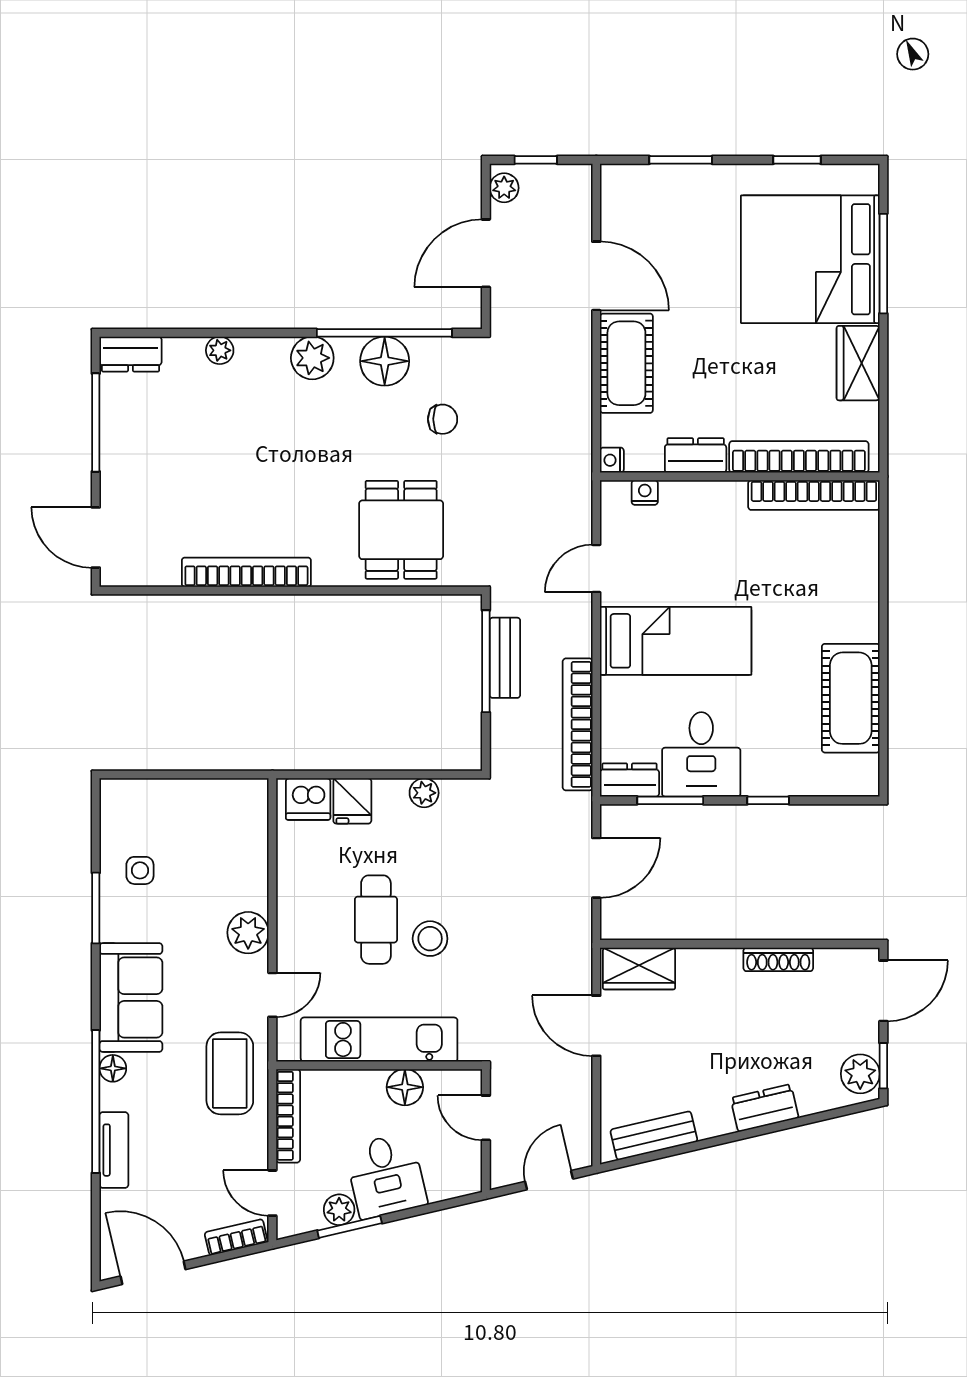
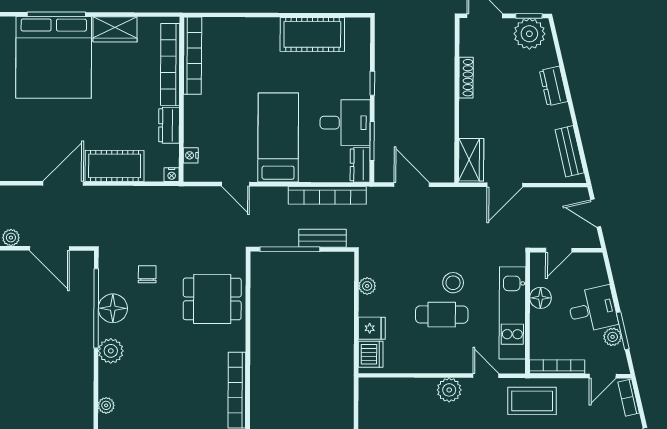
bench: (505, 658) -> (322, 238), moved
plant: (860, 1074) -> (529, 34), width x1.36, depth x1.36

